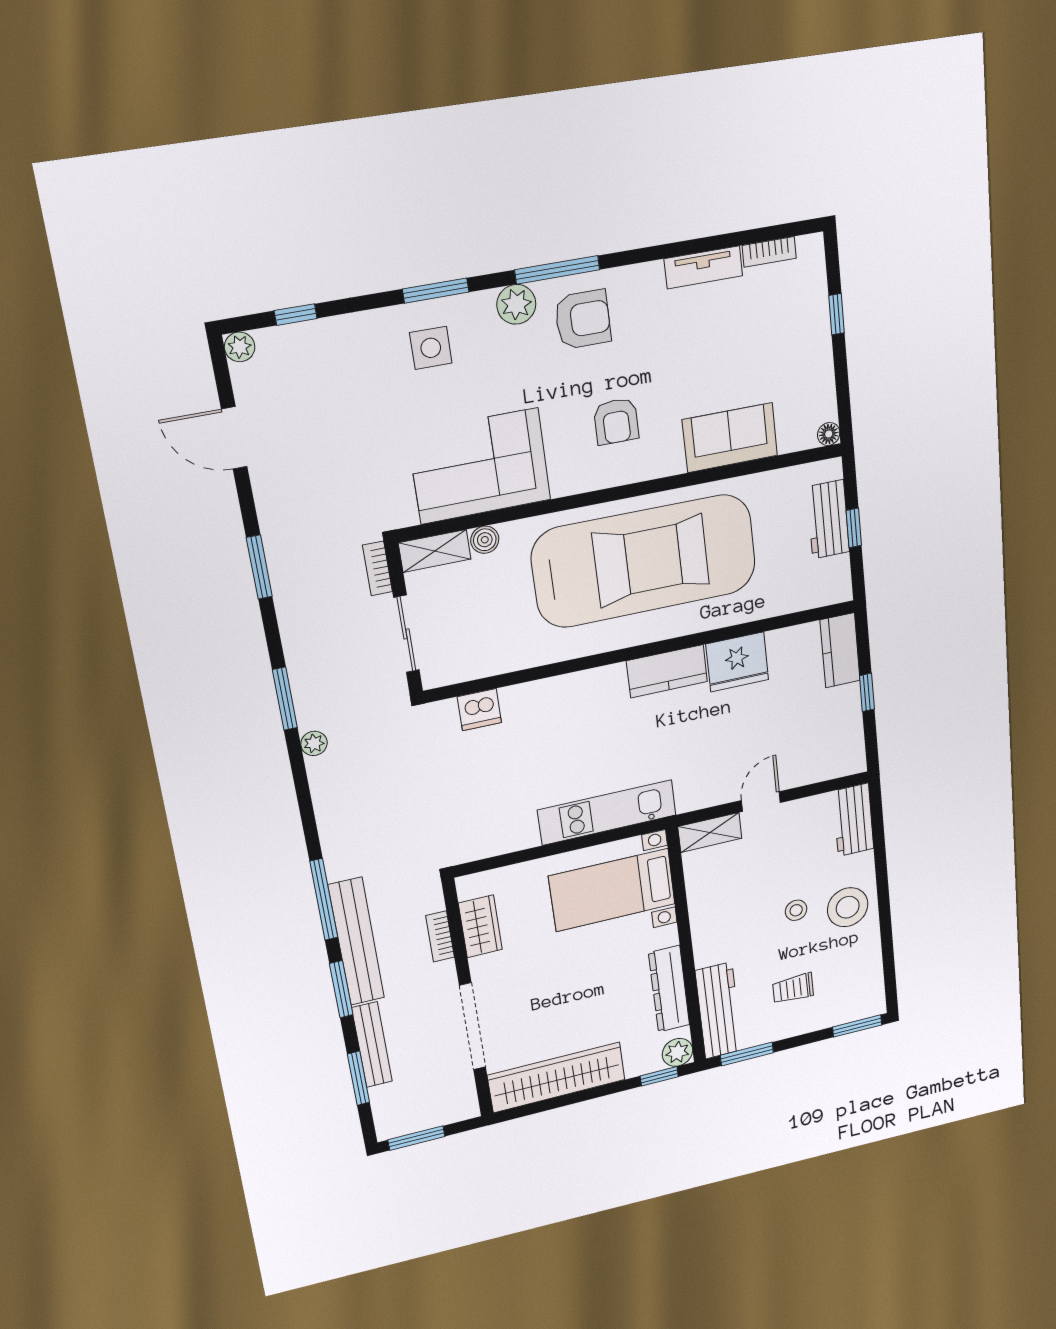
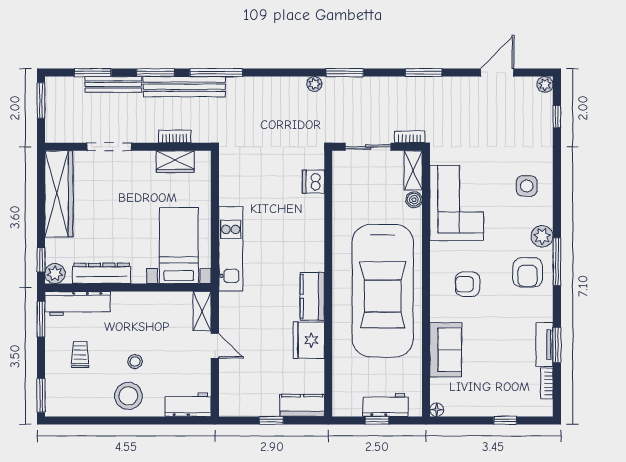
window: (436, 291) -> (557, 345), moved
doorway: (472, 1026) -> (109, 147), width x0.73

